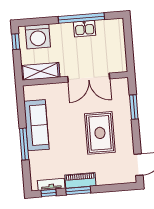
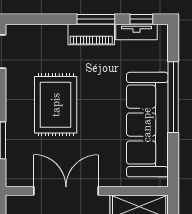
sofa: (36, 125) -> (147, 125), width x1.36, depth x1.27
window: (24, 144) -> (173, 97), width x1.46

